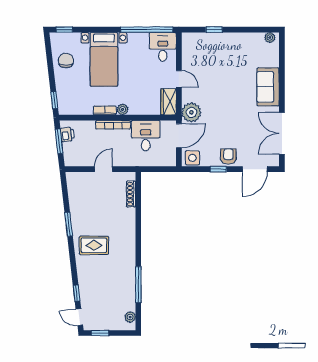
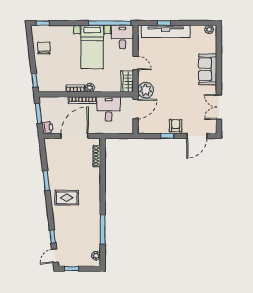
tv unit: (216, 40) -> (166, 31), added
bed with nightstands: (104, 59) -> (92, 47), moved
double door: (282, 133) -> (219, 107), width x0.73
printer: (67, 134) -> (47, 127), moved
side table: (192, 158) -> (146, 127), removed
door: (104, 169) -> (75, 136), width x1.87
door: (79, 317) -> (55, 256), hinge flipped

